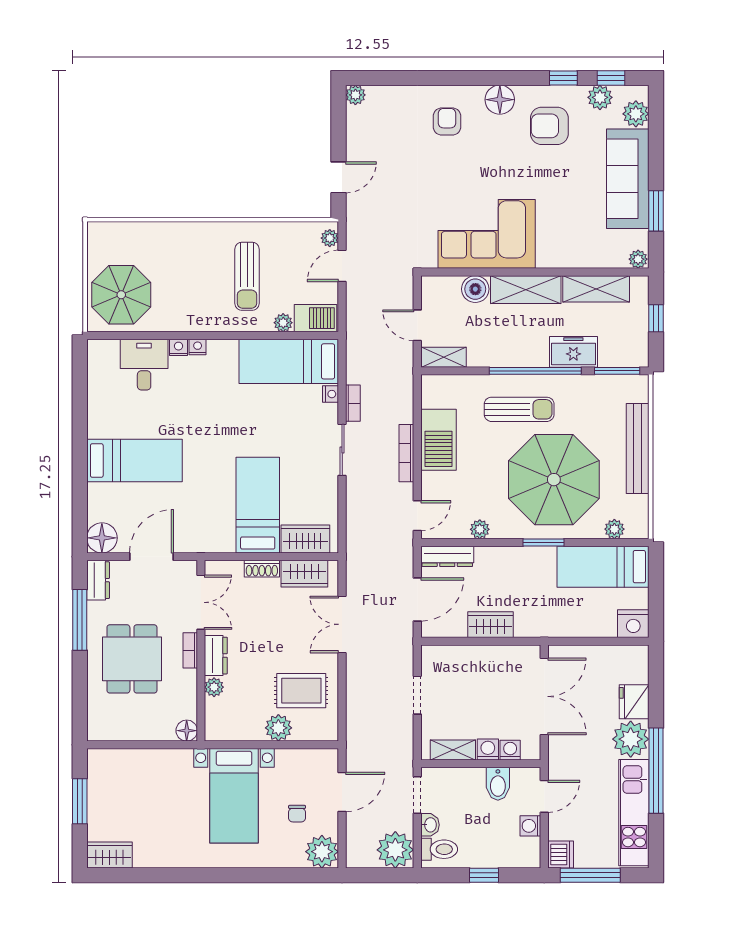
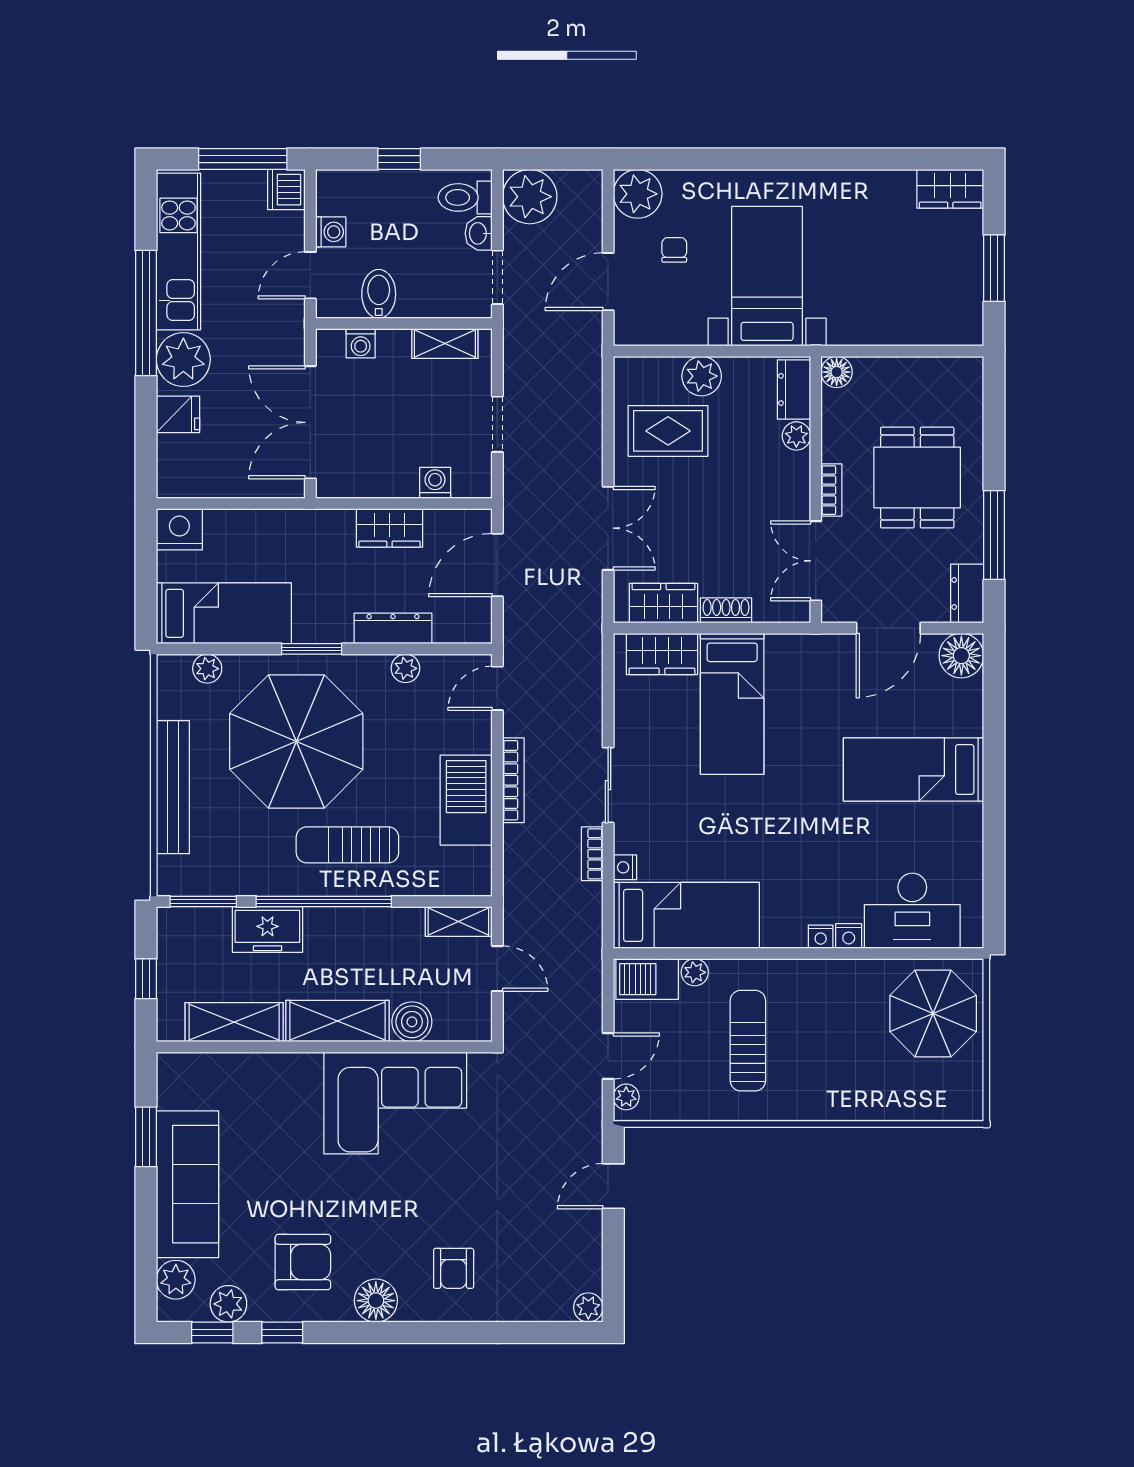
plant: (638, 259) -> (172, 1066), removed
desk: (144, 365) -> (912, 911), width x1.37
dresser: (447, 556) -> (393, 628), moved
dresser: (216, 656) -> (794, 389), moved
fridge: (634, 702) -> (178, 414), width x0.72
washing machine: (488, 750) -> (435, 483), moved, turned 180

